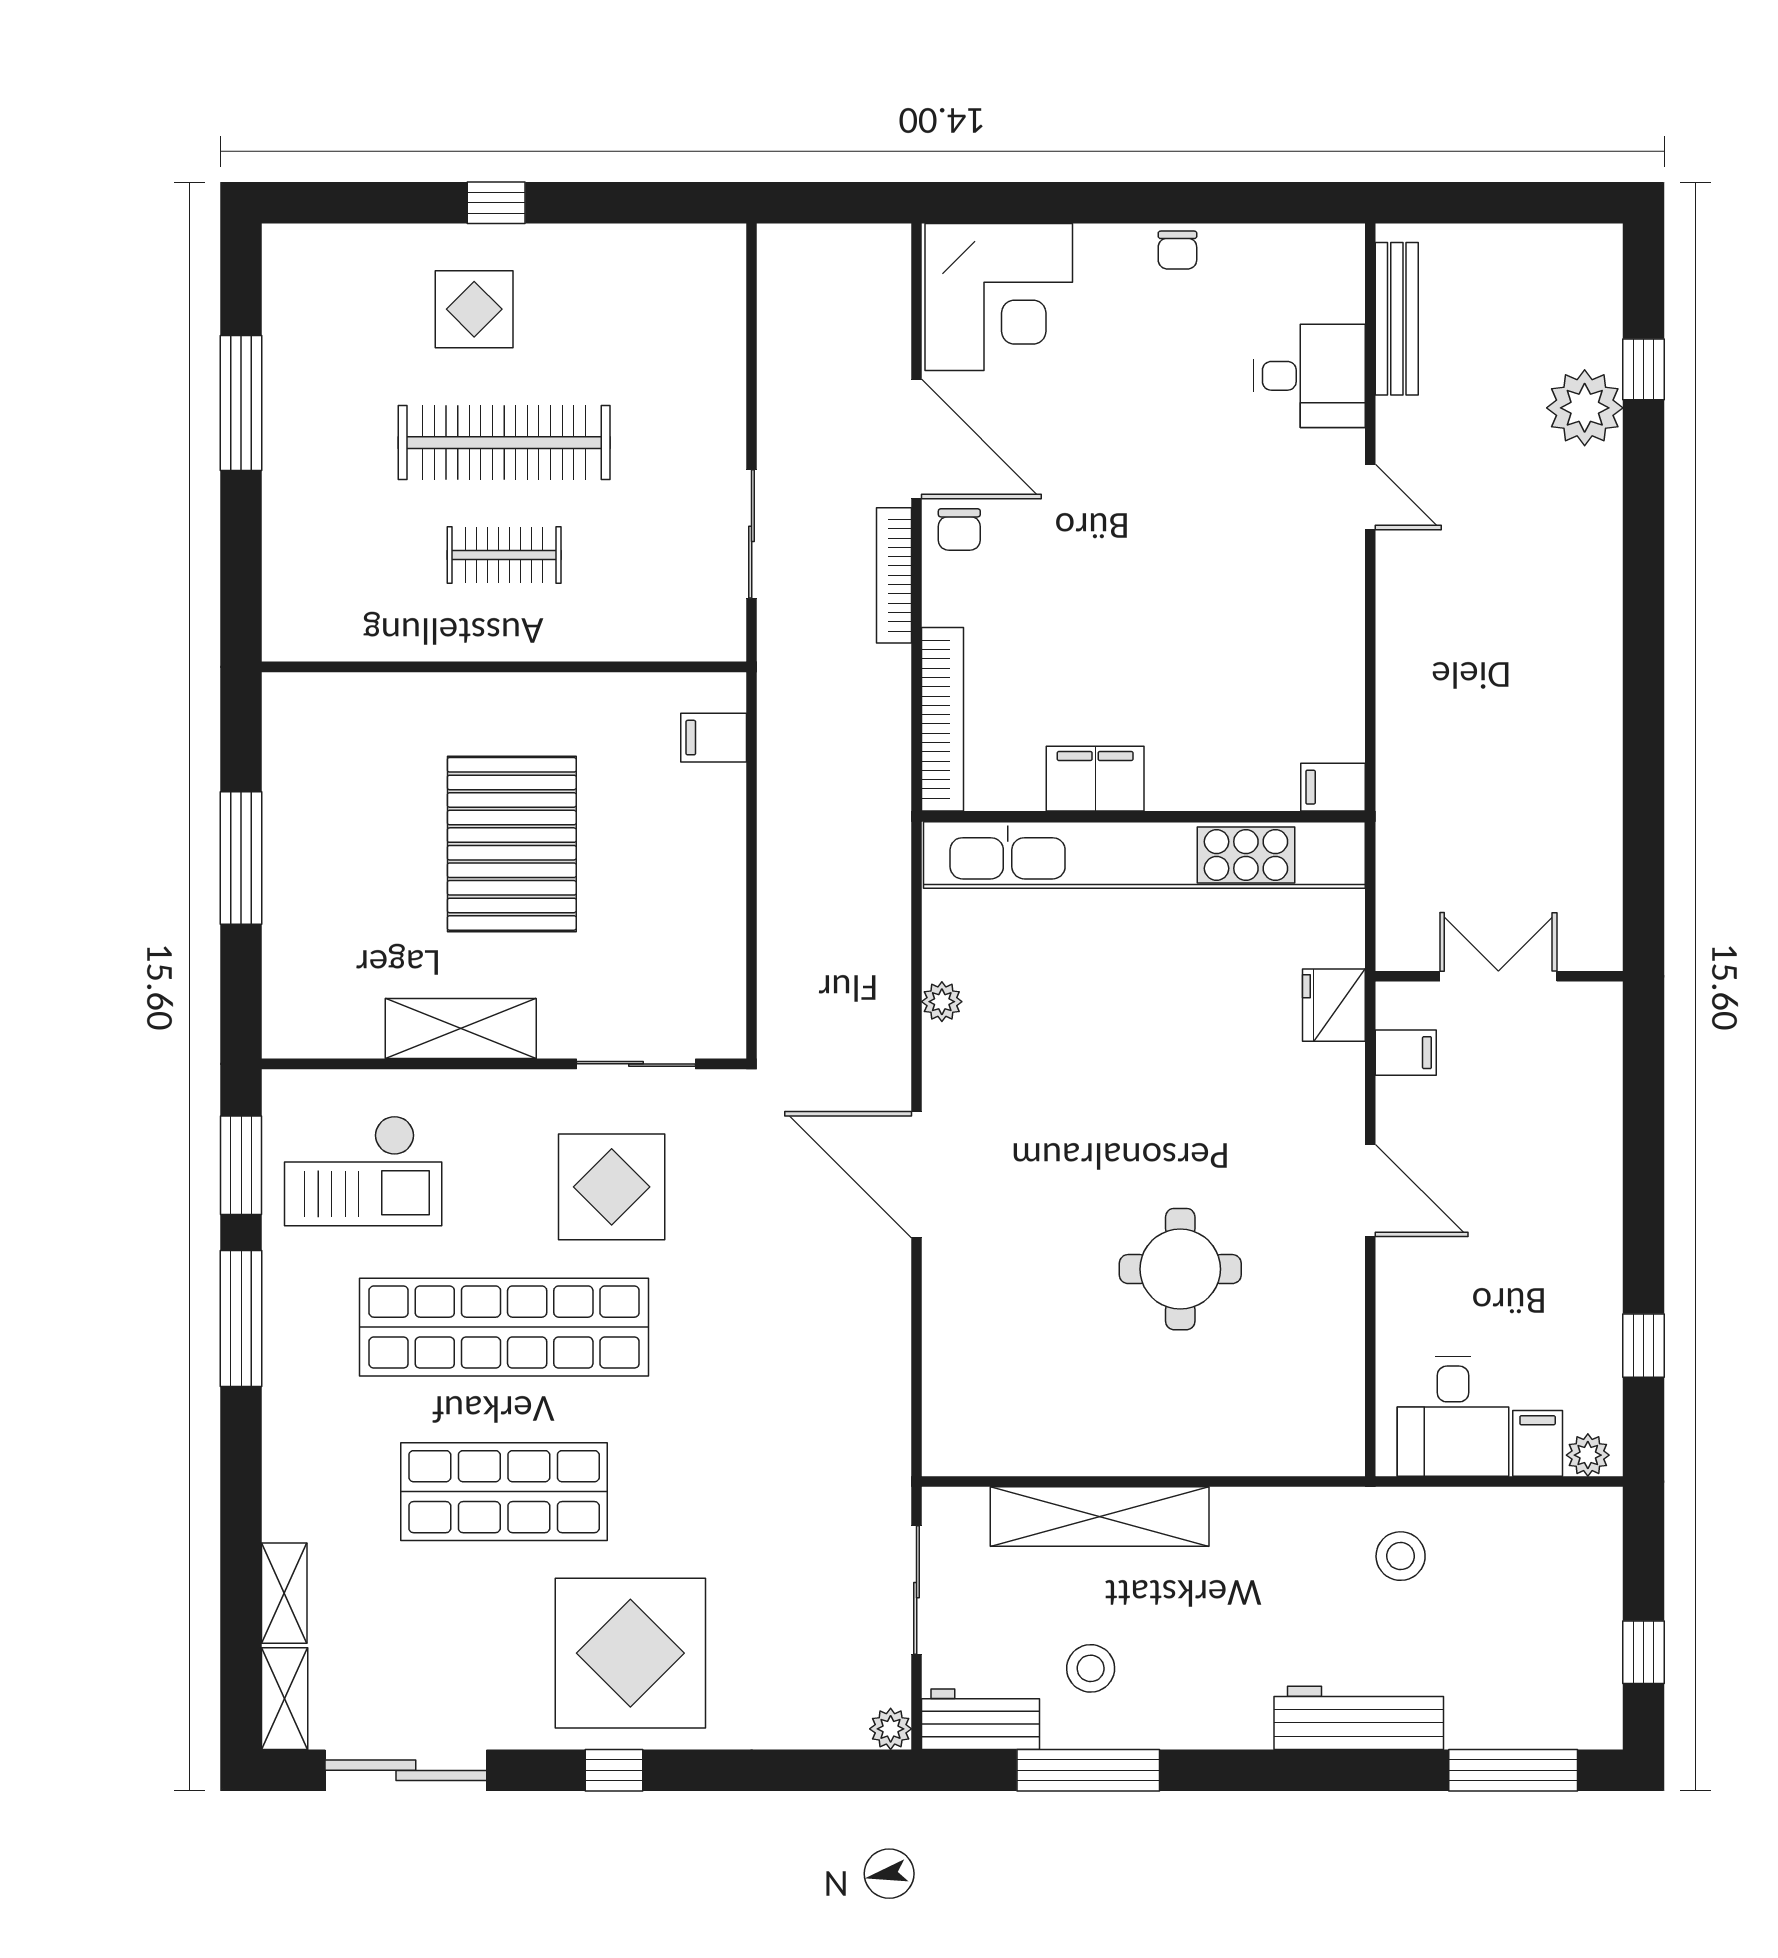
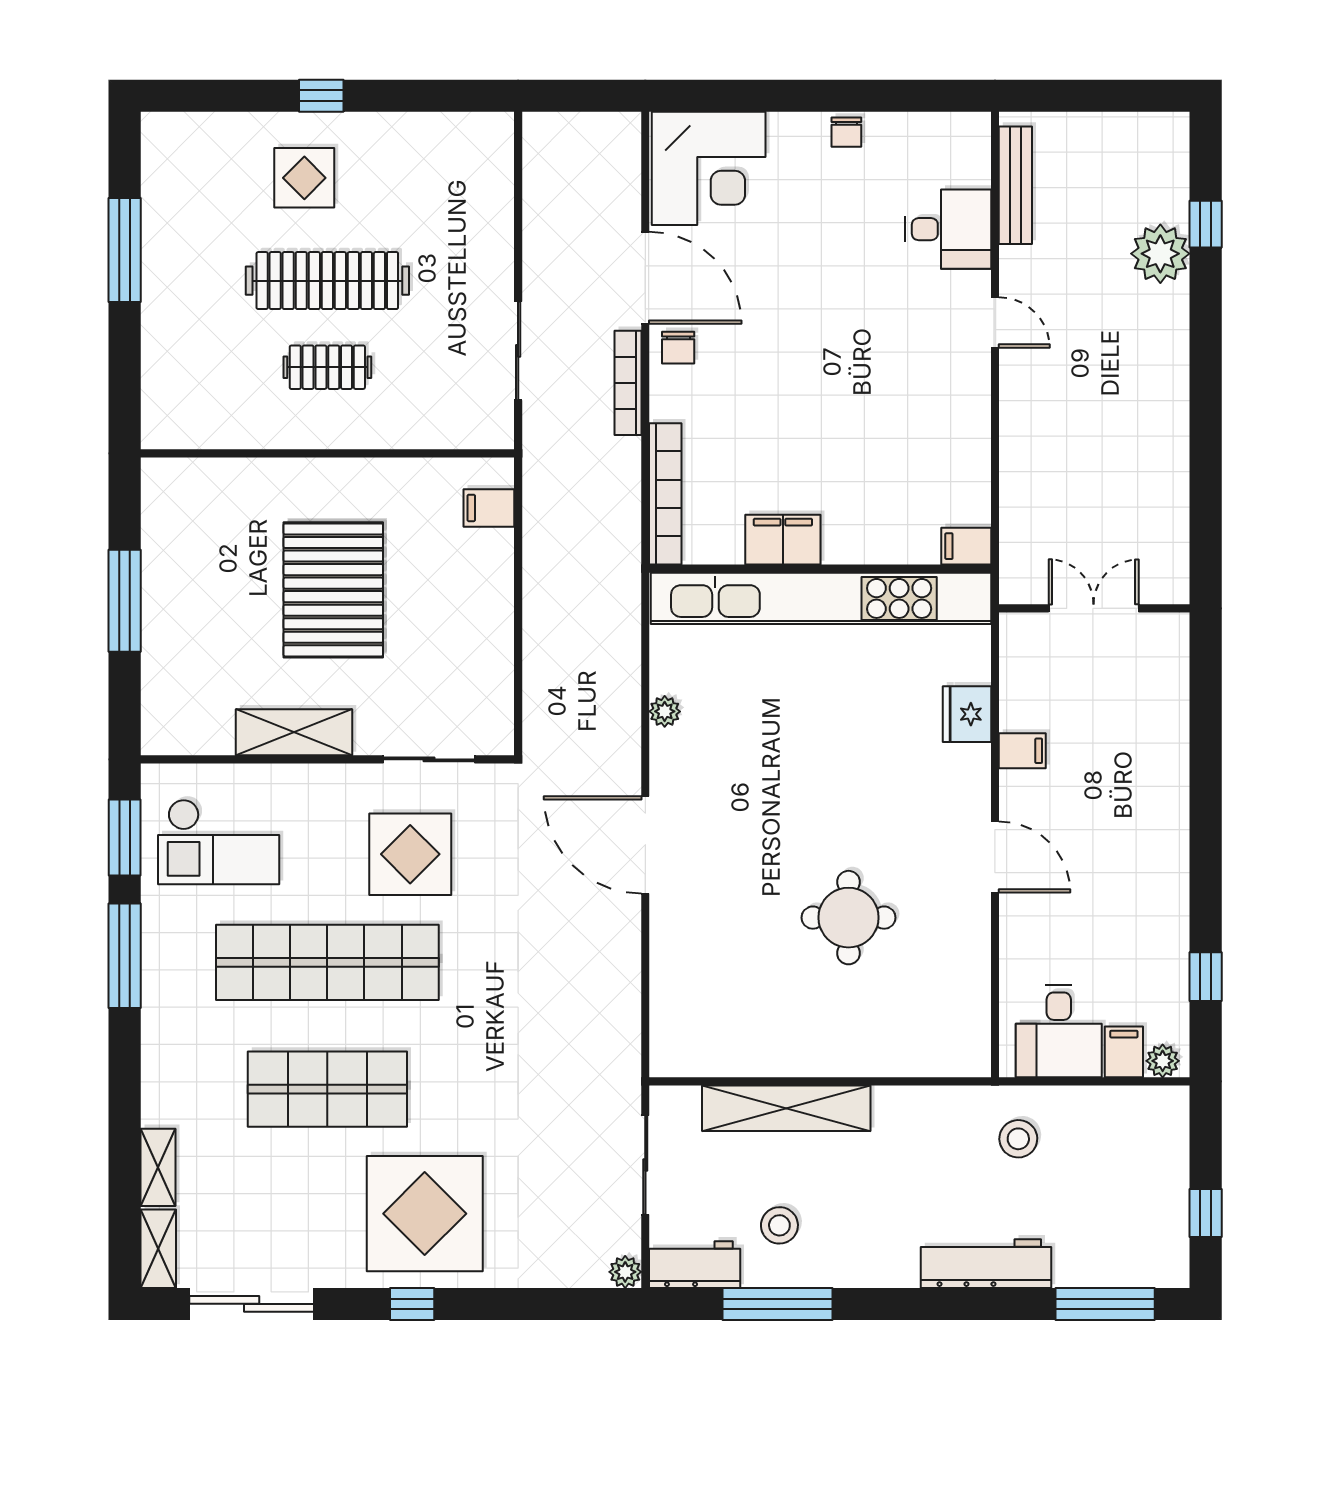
double door: (1498, 976) -> (1094, 608), moved
wall: (1499, 976) -> (1094, 608), moved

